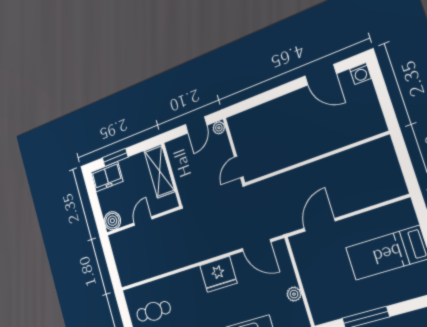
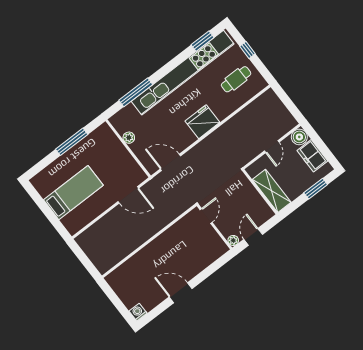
door: (321, 75) -> (181, 293), moved
freezer: (107, 177) -> (312, 156), moved, turned -90
door: (320, 225) -> (128, 195), hinge flipped
fridge: (218, 274) -> (202, 122), moved

